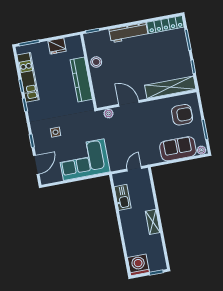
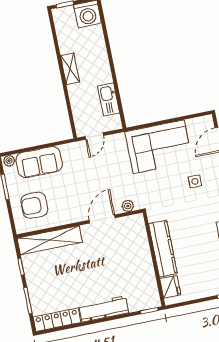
fridge: (57, 46) -> (170, 287), moved, turned 90
stool: (96, 62) -> (144, 271), removed
door: (129, 103) -> (102, 219), swing flipped

